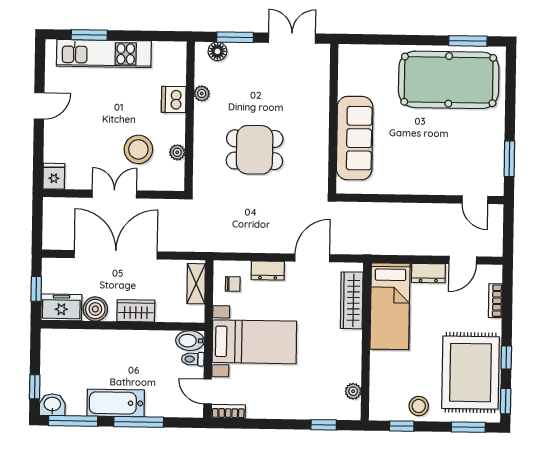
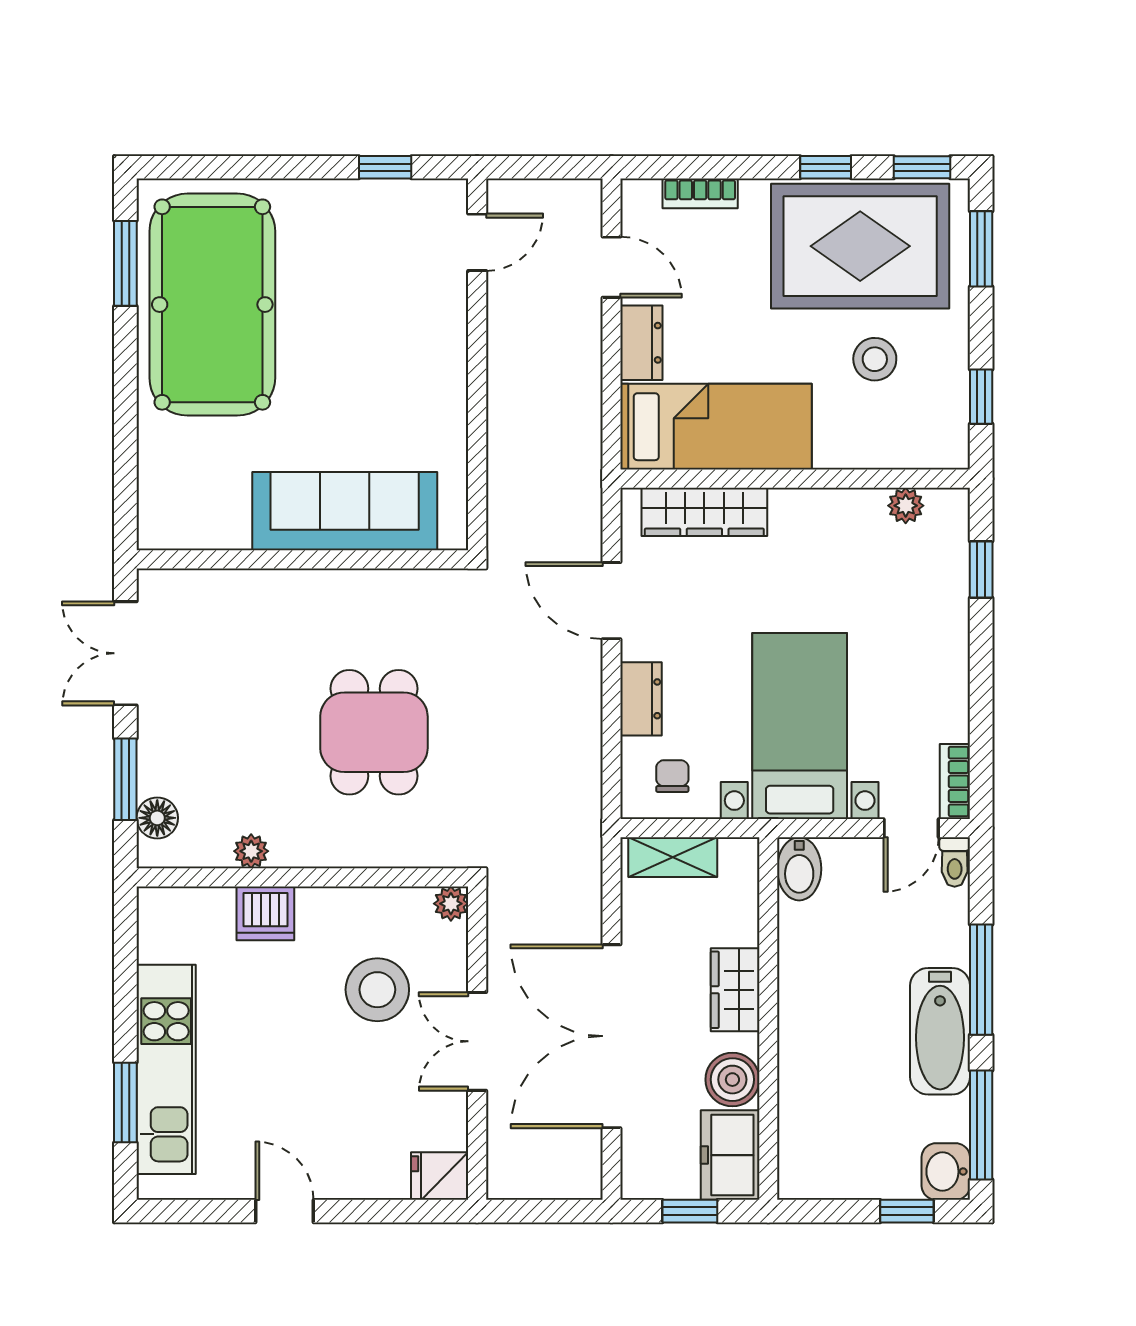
plant: (177, 152) -> (451, 904), moved
window: (509, 159) -> (385, 167), width x0.67
toilet: (193, 359) -> (955, 862), moved
stool: (419, 406) -> (875, 359), moved

